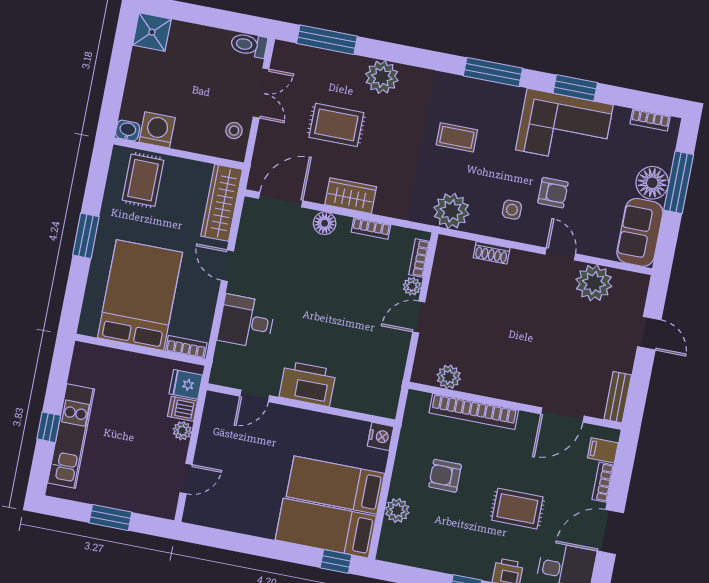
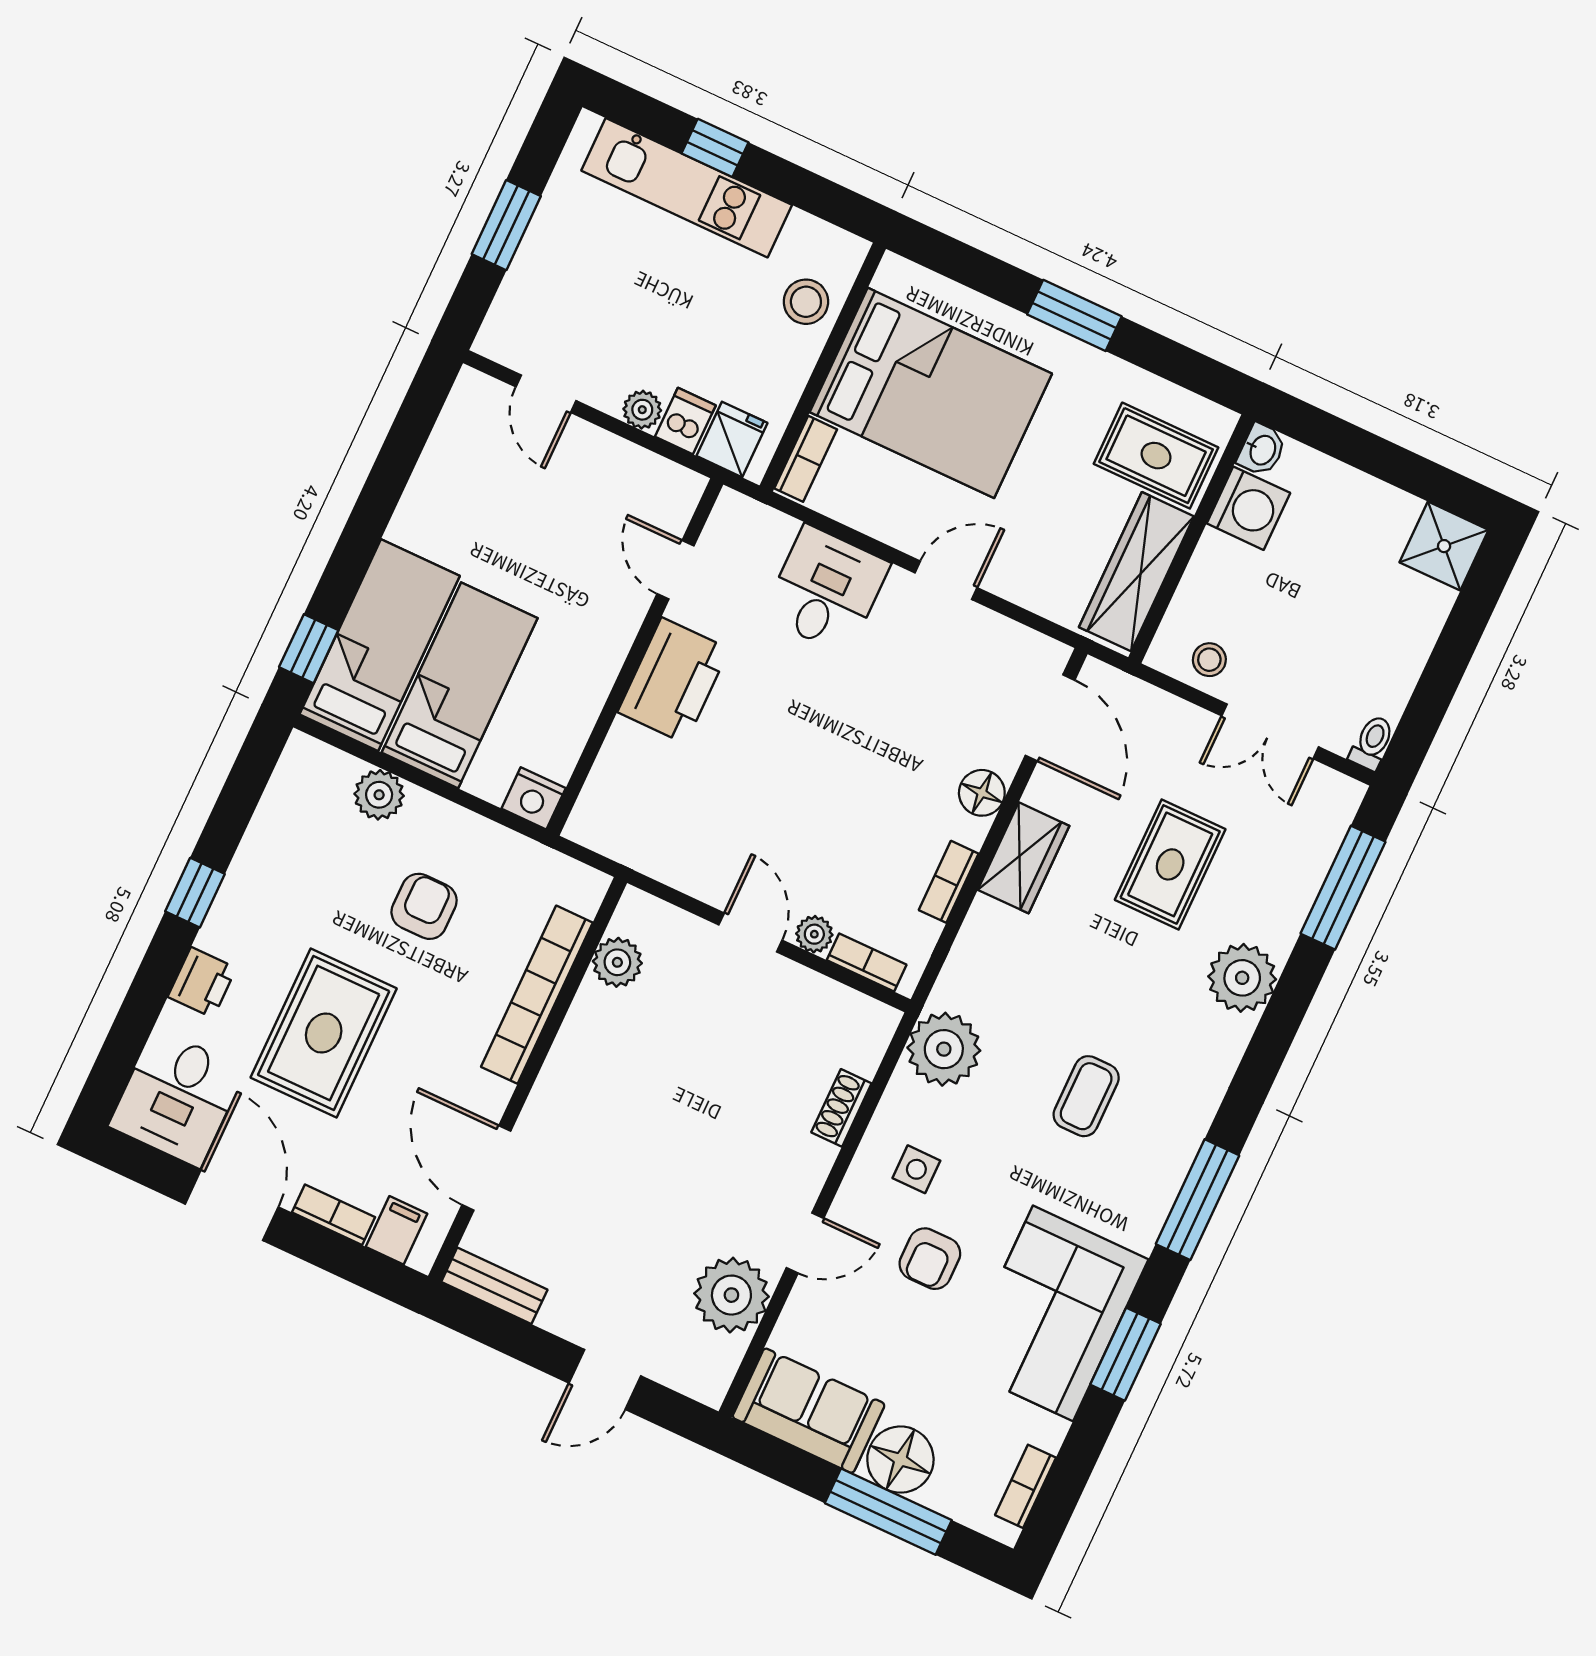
toilet: (249, 45) -> (1372, 743), width x0.73, depth x0.72
wardrobe: (222, 203) -> (1136, 572), moved, turned -90
stool: (111, 366) -> (806, 302), added
rug: (517, 509) -> (324, 1033), width x1.36, depth x1.43

